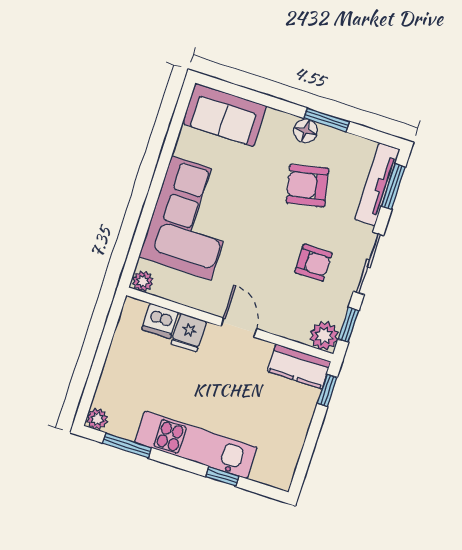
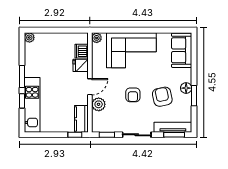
armchair: (313, 263) -> (133, 95), moved
plant: (324, 336) -> (99, 104), moved
window: (127, 445) -> (22, 76), moved
kitchen unit: (196, 445) -> (32, 105), moved

